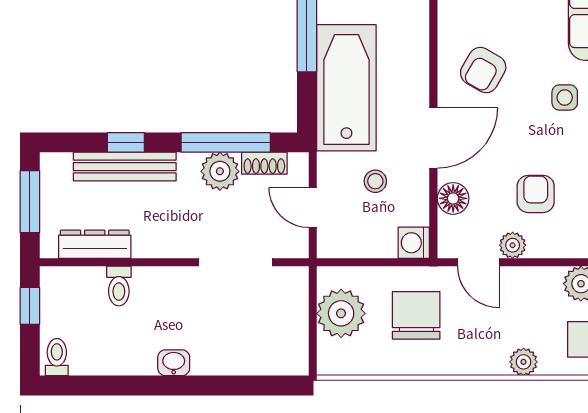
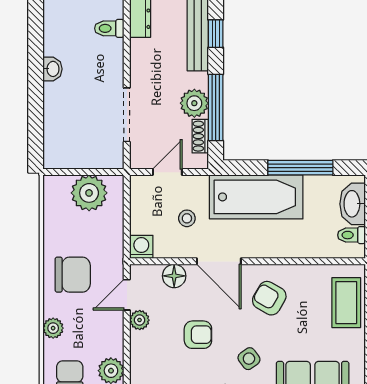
side table: (565, 98) -> (249, 359), turned -36
armchair: (536, 194) -> (198, 335), moved
chair: (416, 315) -> (73, 275), moved

